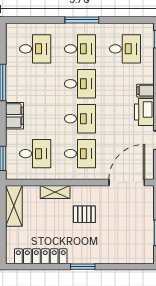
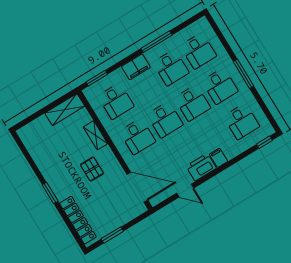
desk: (35, 84) -> (171, 68), added
locker: (41, 256) -> (78, 220), moved

